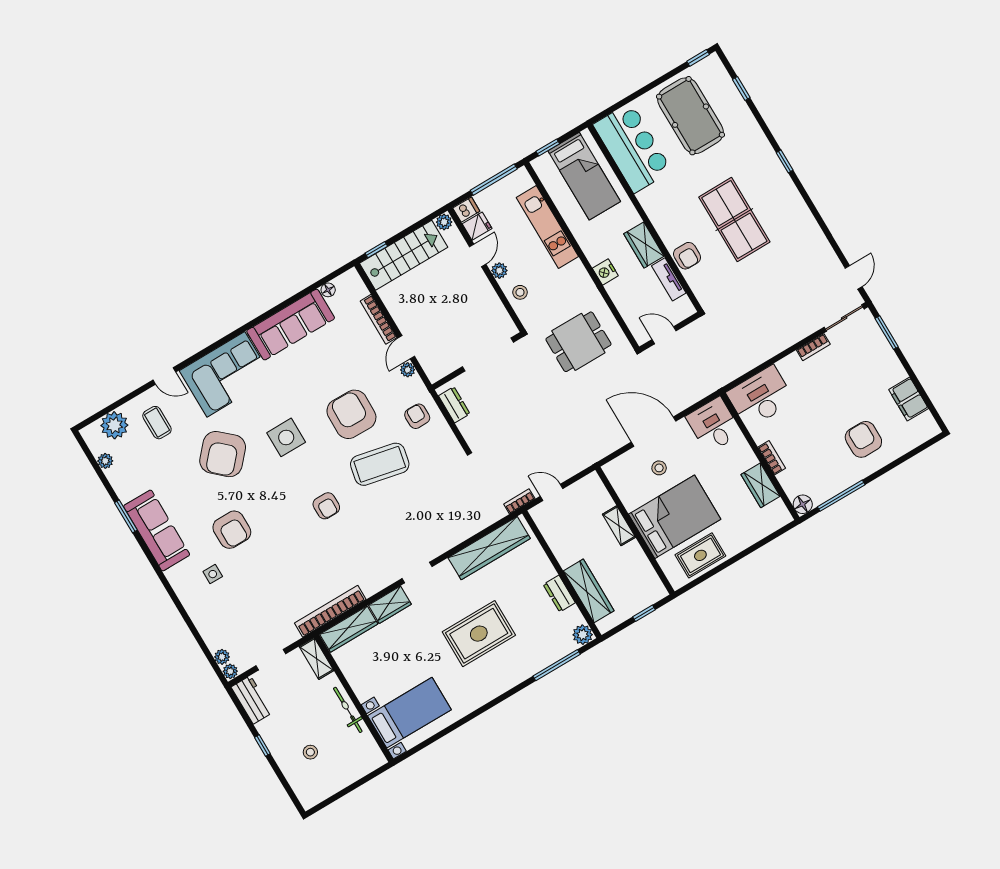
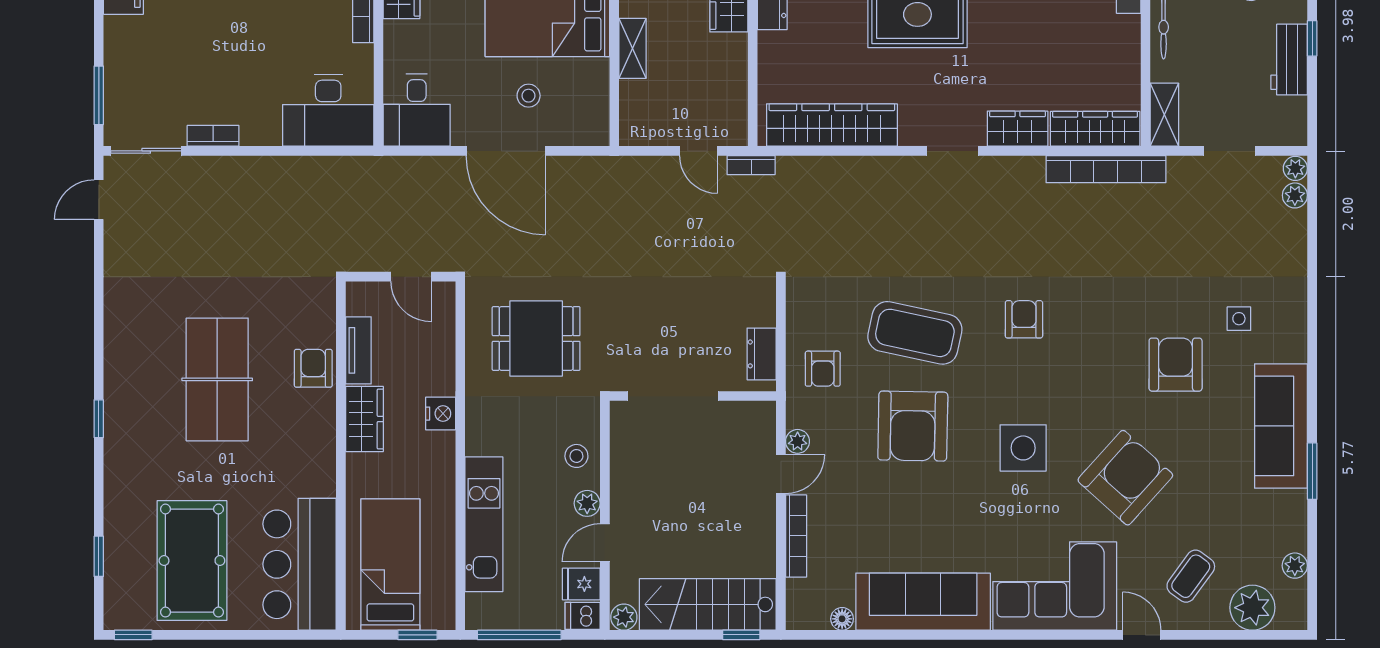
coffee table: (157, 423) -> (1191, 576), turned 36
workbench: (252, 700) -> (1289, 60), moved

